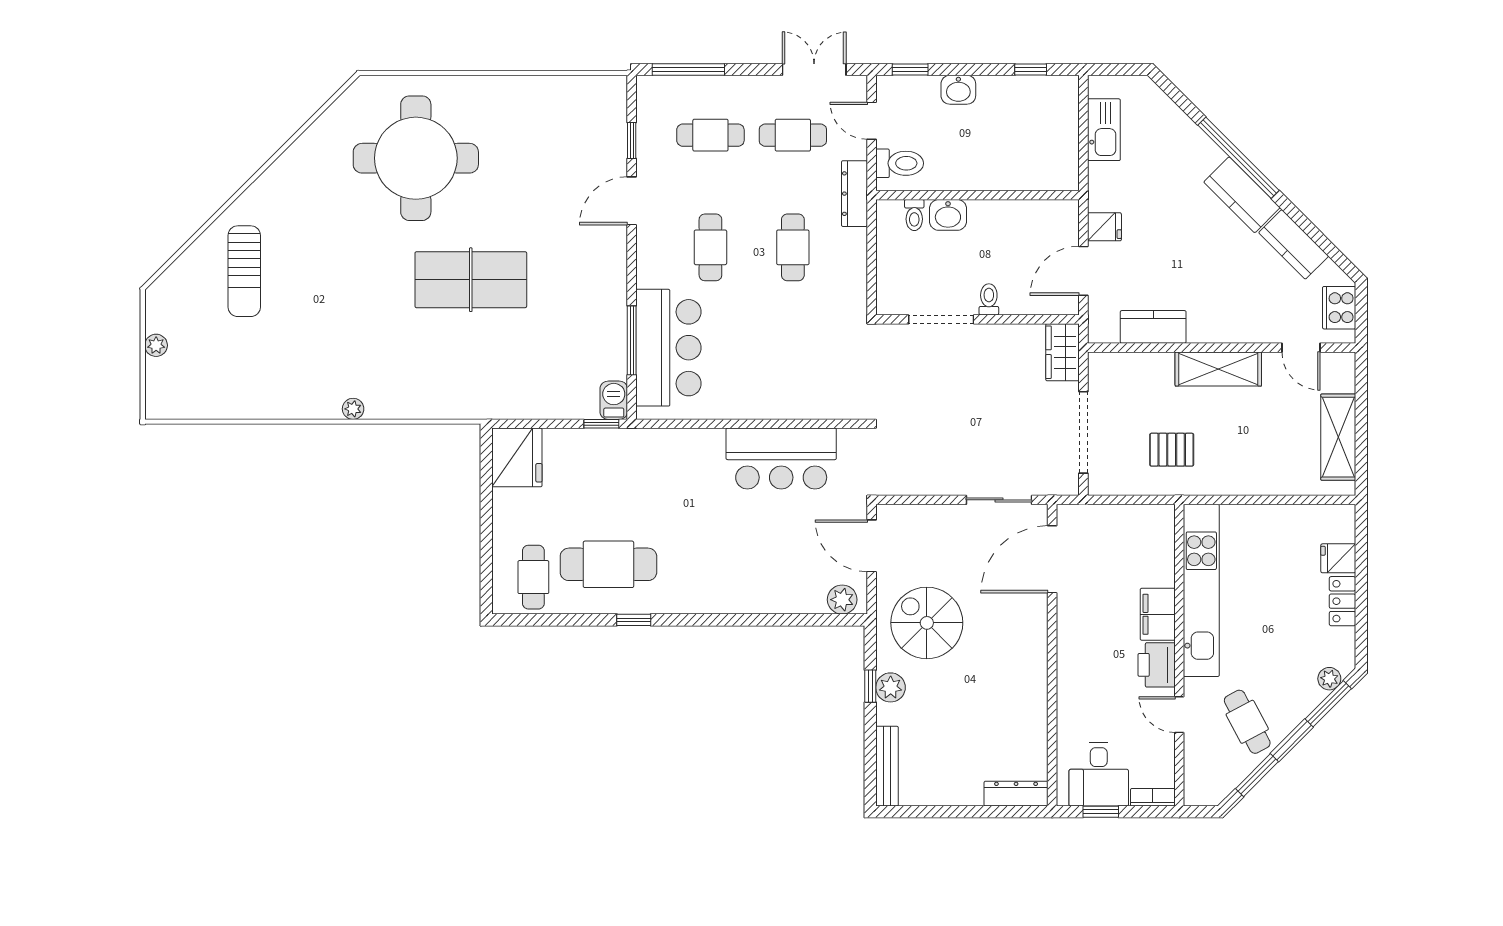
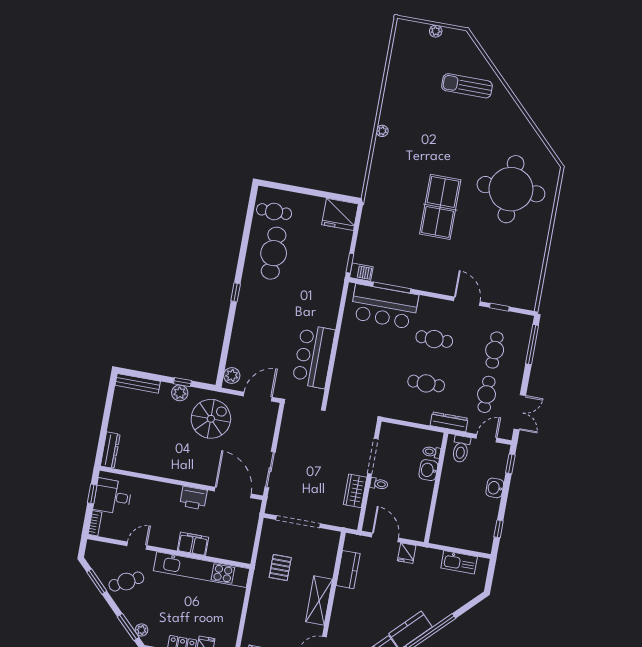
wardrobe: (1062, 352) -> (355, 491), moved, turned -90
window: (634, 620) -> (236, 292), moved
printer: (1157, 665) -> (193, 498), moved, turned 180

